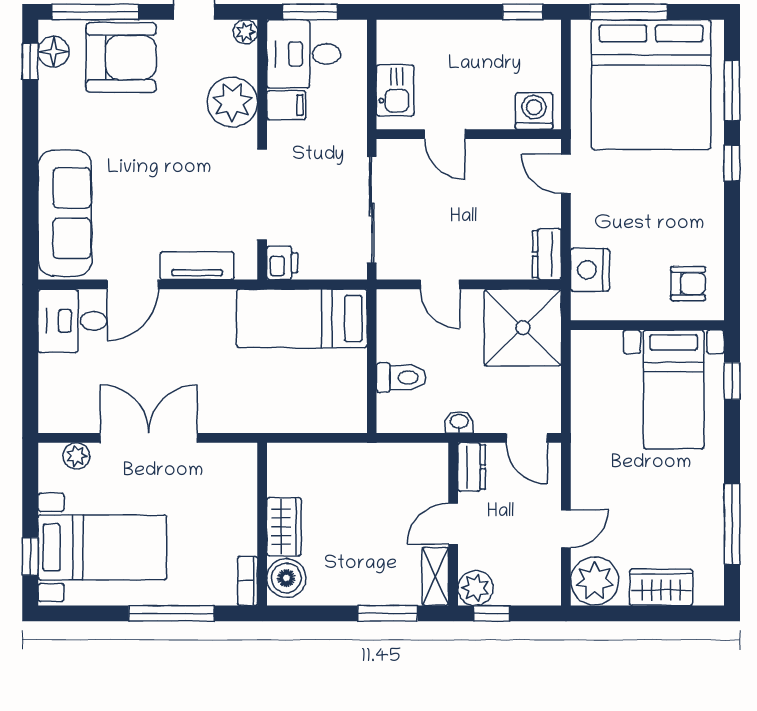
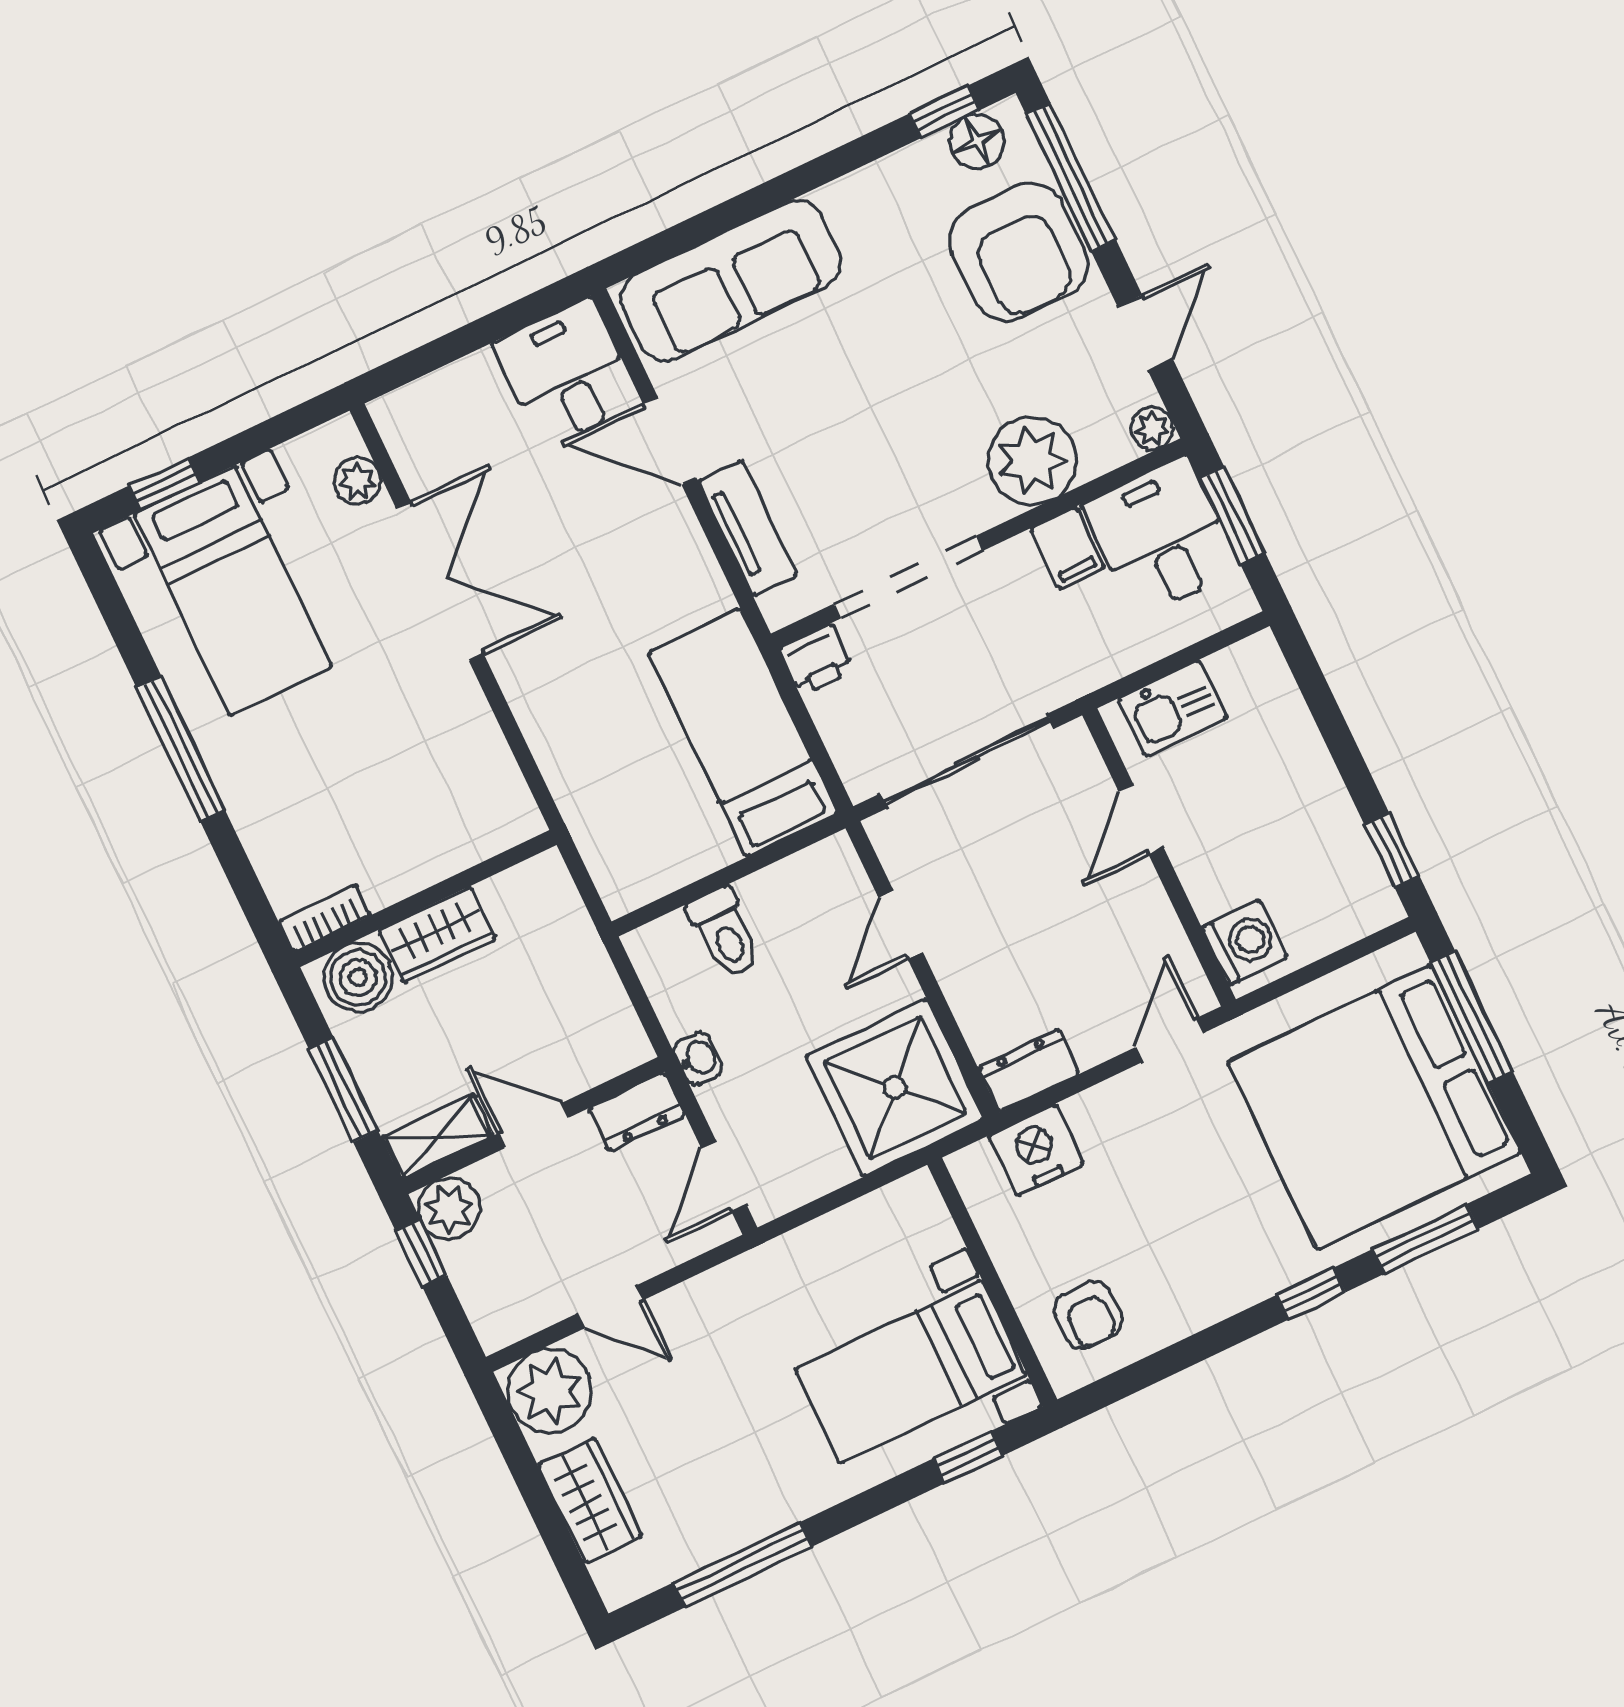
wall: (262, 524) -> (425, 899), moved
wardrobe: (284, 527) -> (437, 935), moved
boiler: (286, 578) -> (358, 977), moved
bookcase: (248, 581) -> (325, 918), moved

